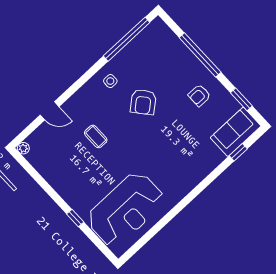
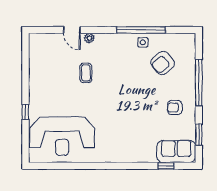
window: (127, 39) -> (141, 30), moved
side table: (110, 81) -> (143, 42), moved
armchair: (143, 102) -> (163, 63), moved
plant: (23, 148) -> (89, 38), moved

